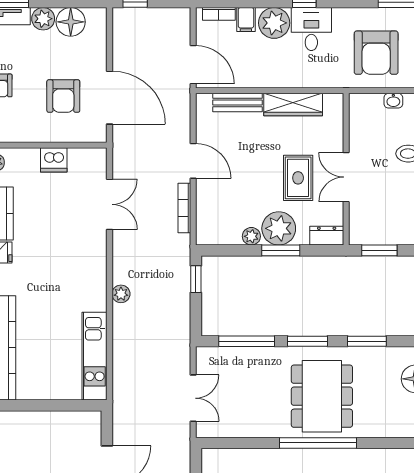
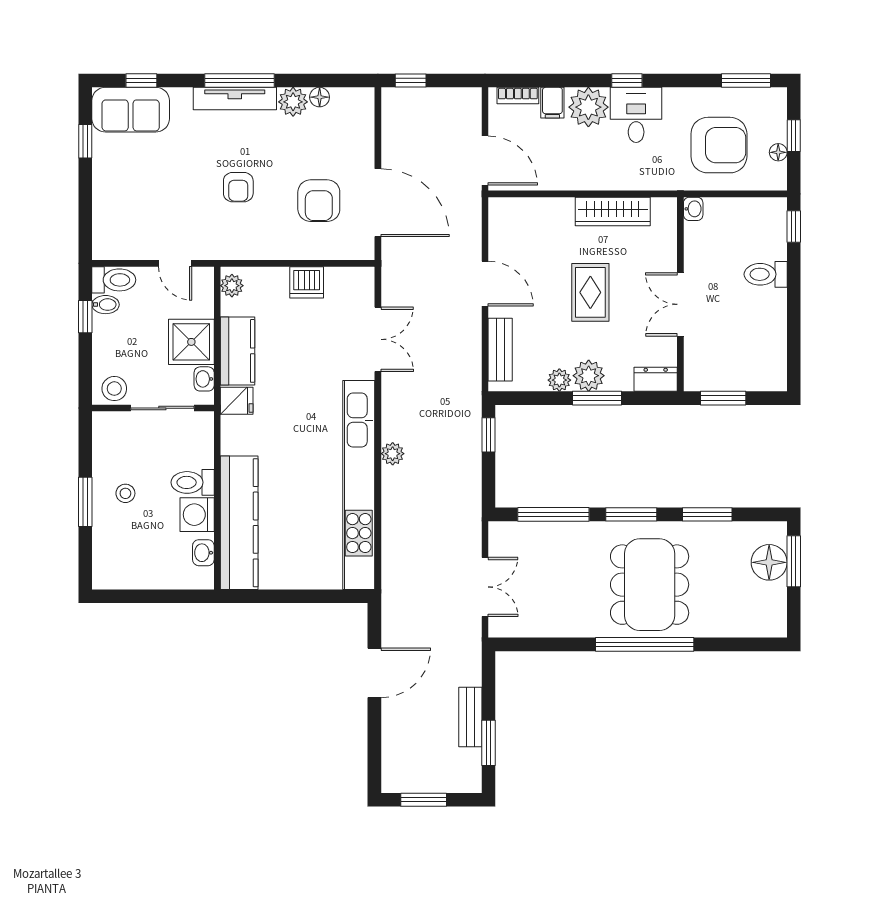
floor lamp: (71, 22) -> (320, 97), width x0.53, depth x0.53
armchair: (376, 53) -> (719, 145), turned -90
washbasin: (393, 101) -> (693, 209), moved, turned -90
bench: (238, 103) -> (500, 350), moved, turned 90
rug: (298, 178) -> (590, 292), moved
bookcase: (184, 208) -> (474, 344), removed
plant: (279, 228) -> (589, 376), width x0.73, depth x0.73
kitchen unit: (95, 356) -> (359, 485), width x1.86

